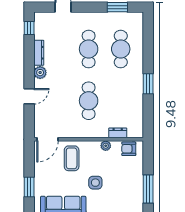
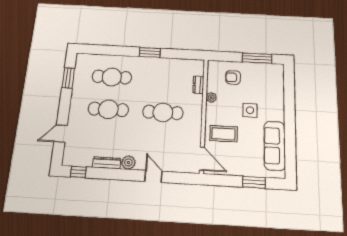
armchair: (129, 149) -> (233, 77), moved, turned 90

